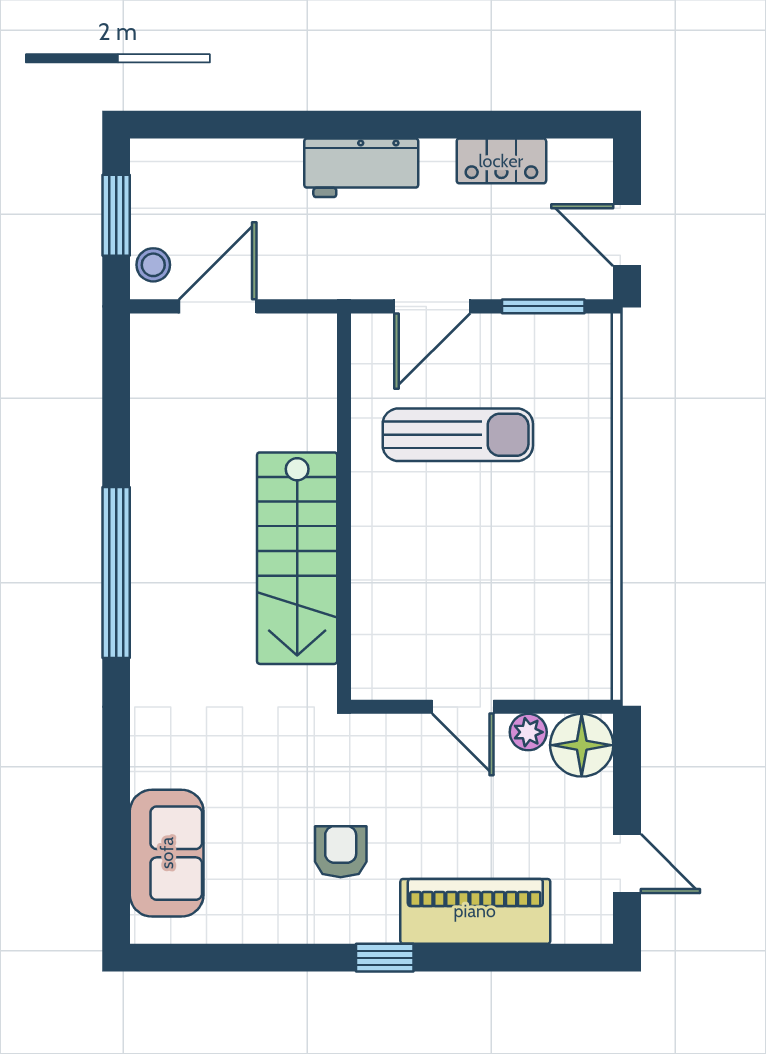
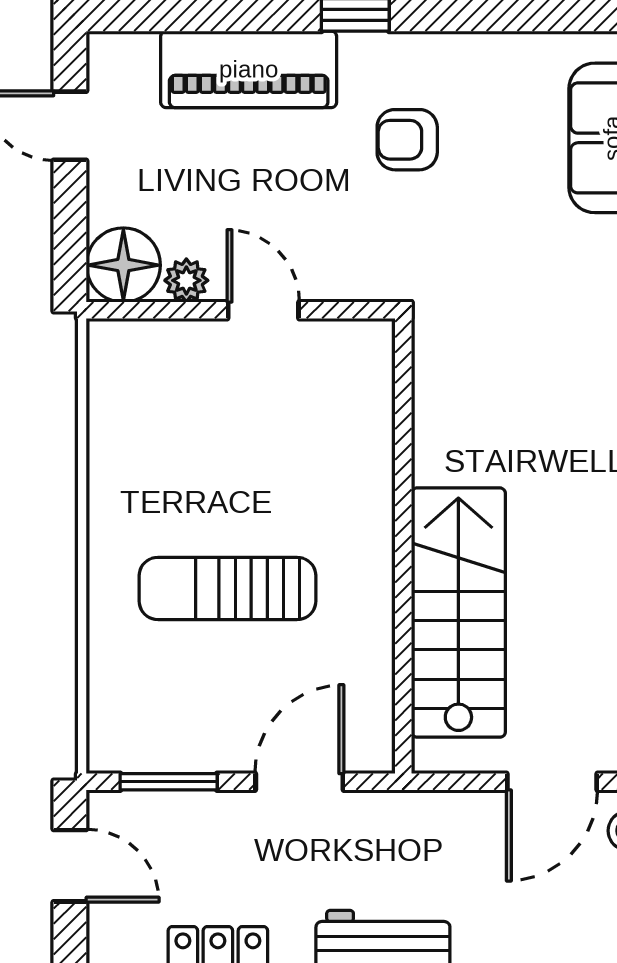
sun lounger: (458, 435) -> (228, 588), moved
stairs: (297, 558) -> (458, 613), moved
armchair: (341, 852) -> (407, 140), turned 90

